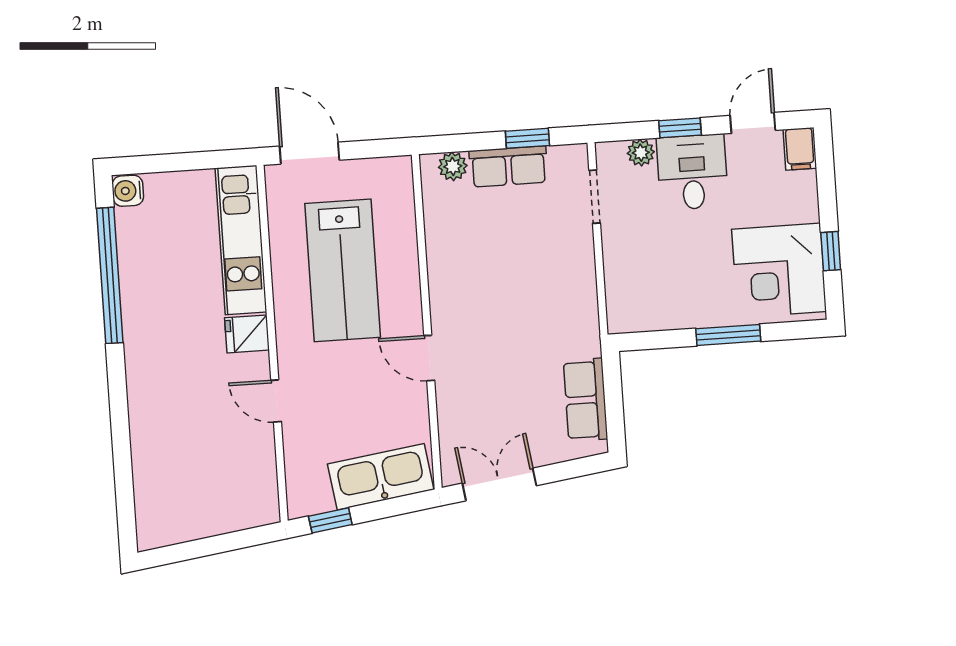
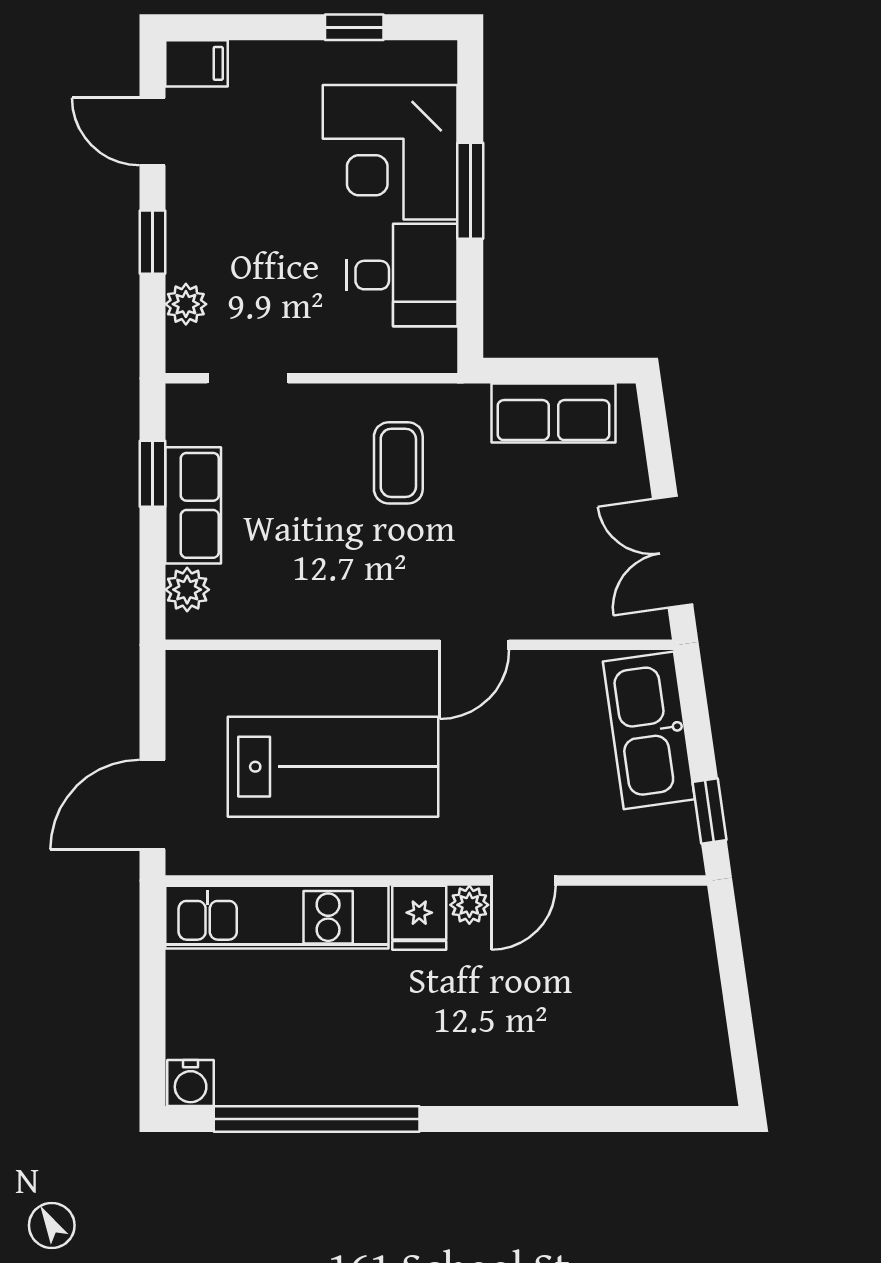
desk: (692, 172) -> (402, 275), moved, turned 180
corner desk: (779, 270) -> (390, 152), moved, turned 90
coffee table: (546, 300) -> (398, 463), added
plant: (258, 366) -> (469, 905), added

